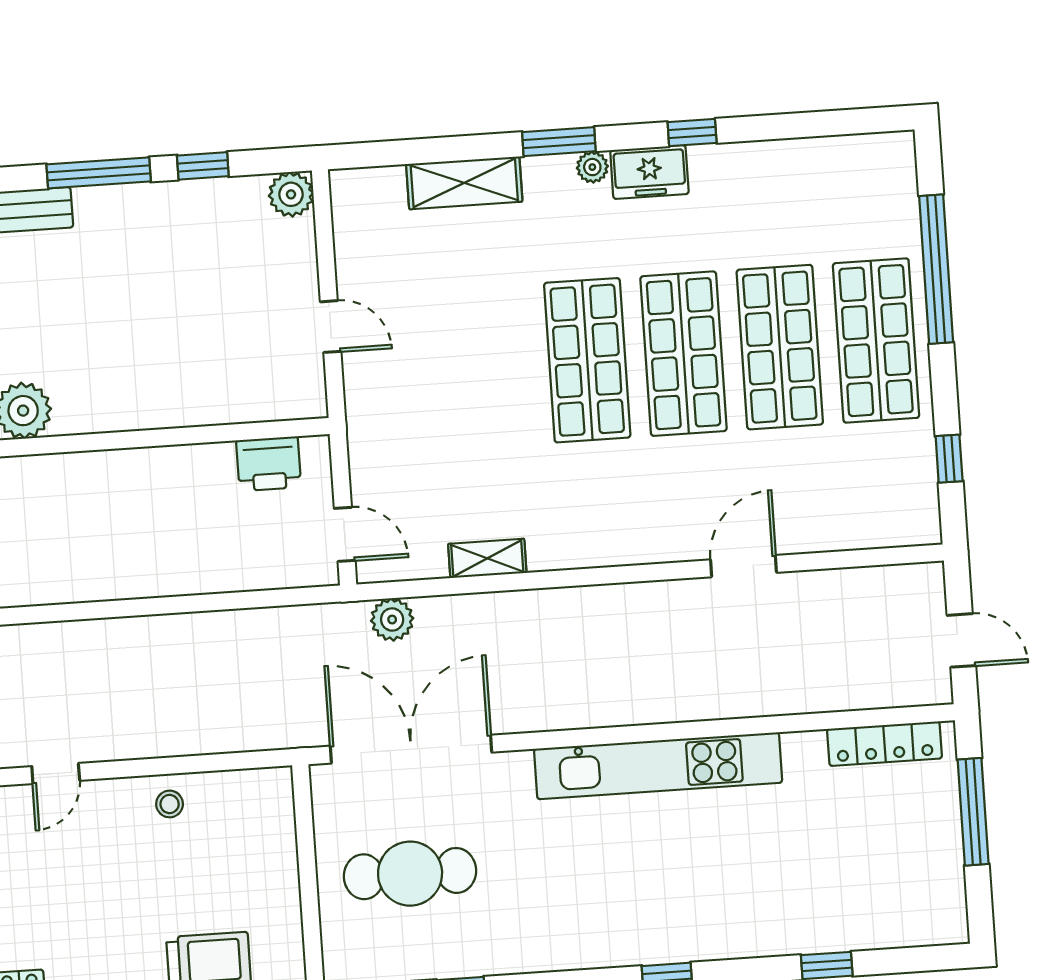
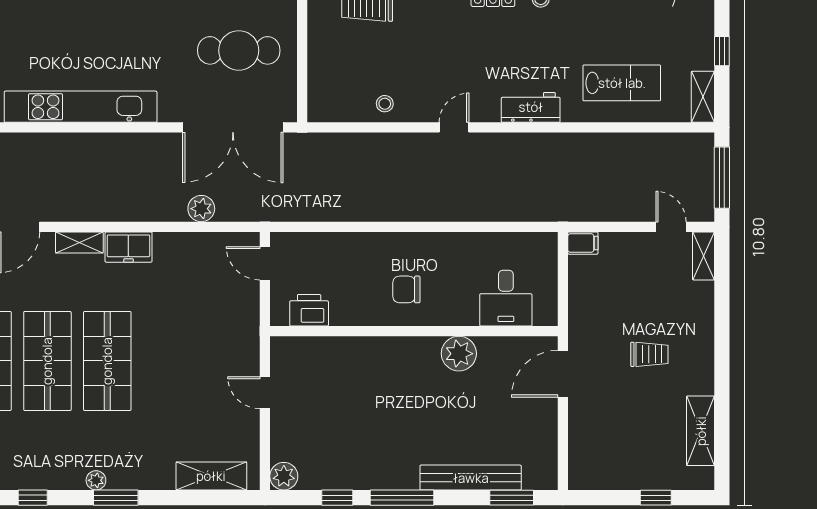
freezer: (649, 172) -> (128, 247), moved, turned 180
shelving: (464, 183) -> (211, 476), moved
chair: (114, 508) -> (406, 289), added
shelving: (487, 558) -> (79, 242), moved
plant: (392, 620) -> (201, 209), moved

